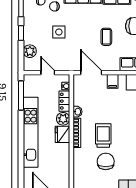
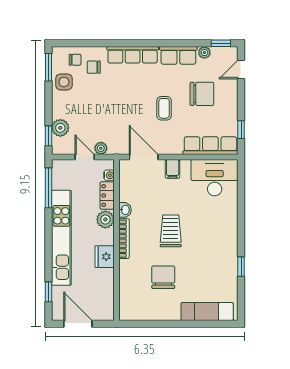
side table: (59, 32) -> (64, 82), moved
window: (21, 33) -> (48, 136), moved
plant: (60, 66) -> (101, 148), added
fridge: (63, 134) -> (105, 257), moved
trolley: (103, 136) -> (171, 231), moved
window: (21, 172) -> (48, 292), added

